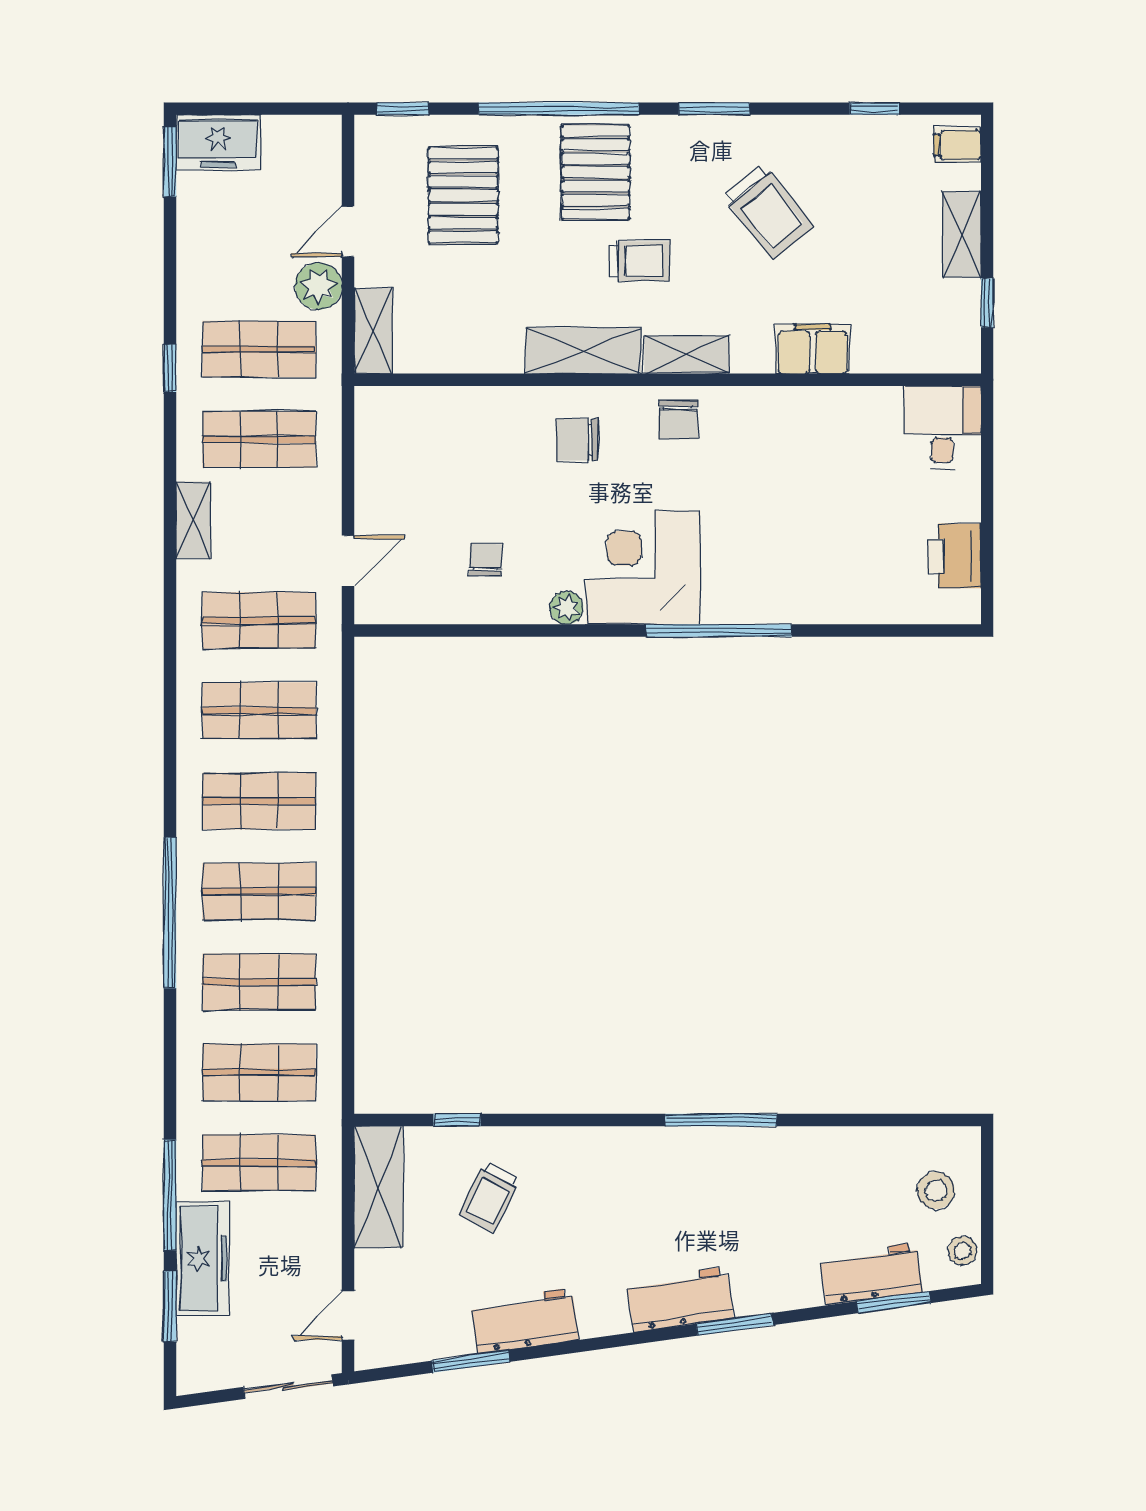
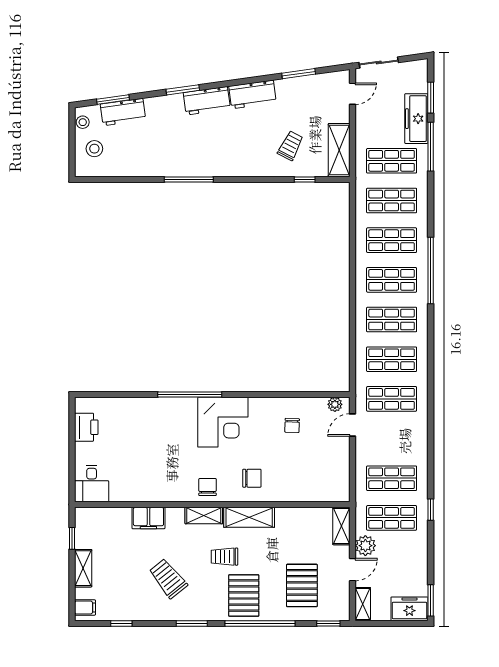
shelving: (193, 520) -> (363, 604), moved
plant: (567, 608) -> (335, 404), moved
workbench: (525, 1321) -> (253, 94), moved

